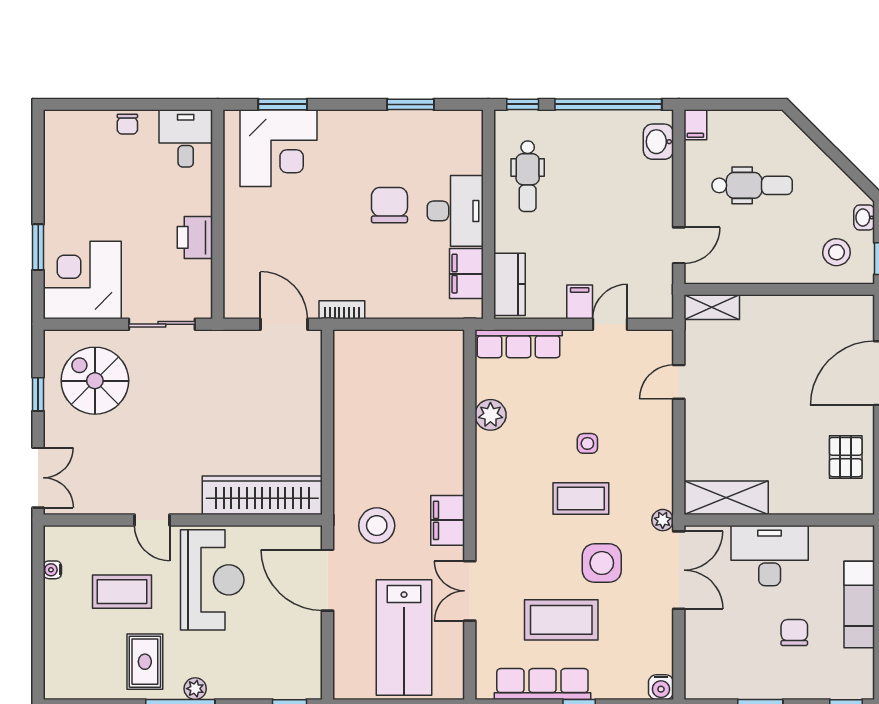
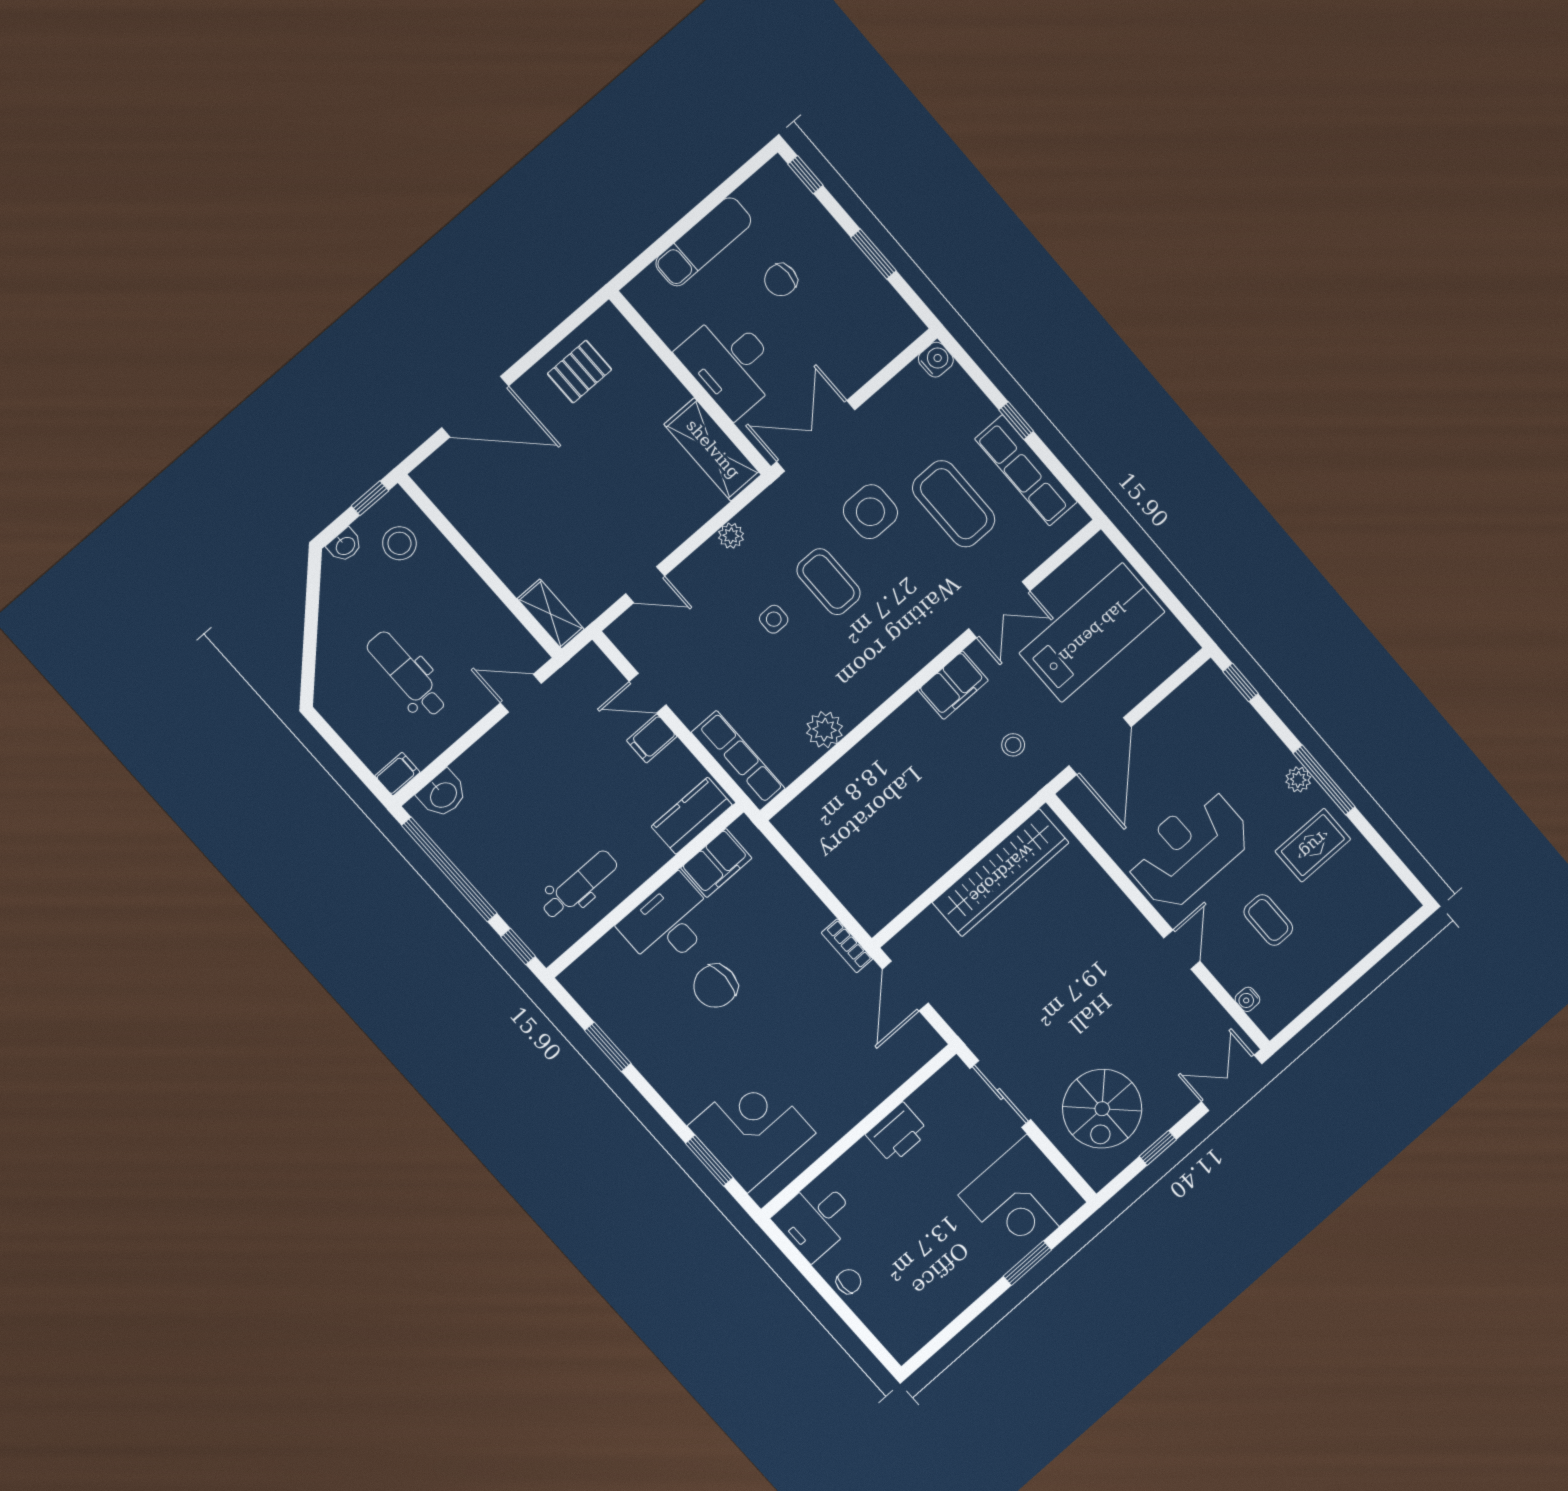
wardrobe: (262, 495) -> (1001, 873), moved, turned -90
plant: (663, 520) -> (731, 536), moved
stool: (377, 526) -> (1013, 745), width x0.53, depth x0.53
water cooler: (52, 570) -> (1247, 999), moved, turned 90
coffee table: (122, 592) -> (1268, 920), width x0.73, depth x0.77

